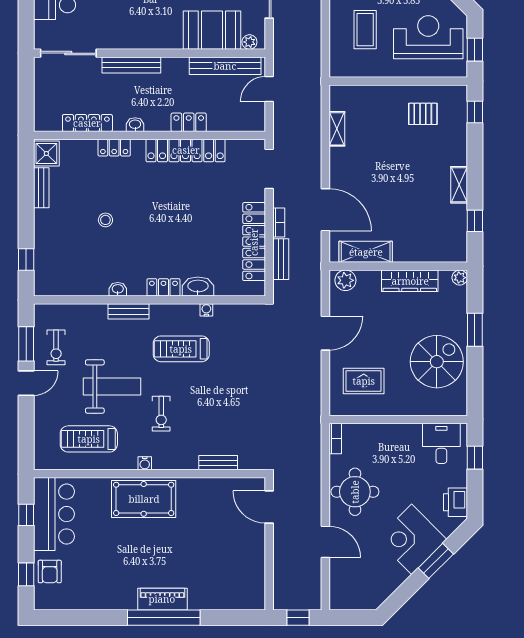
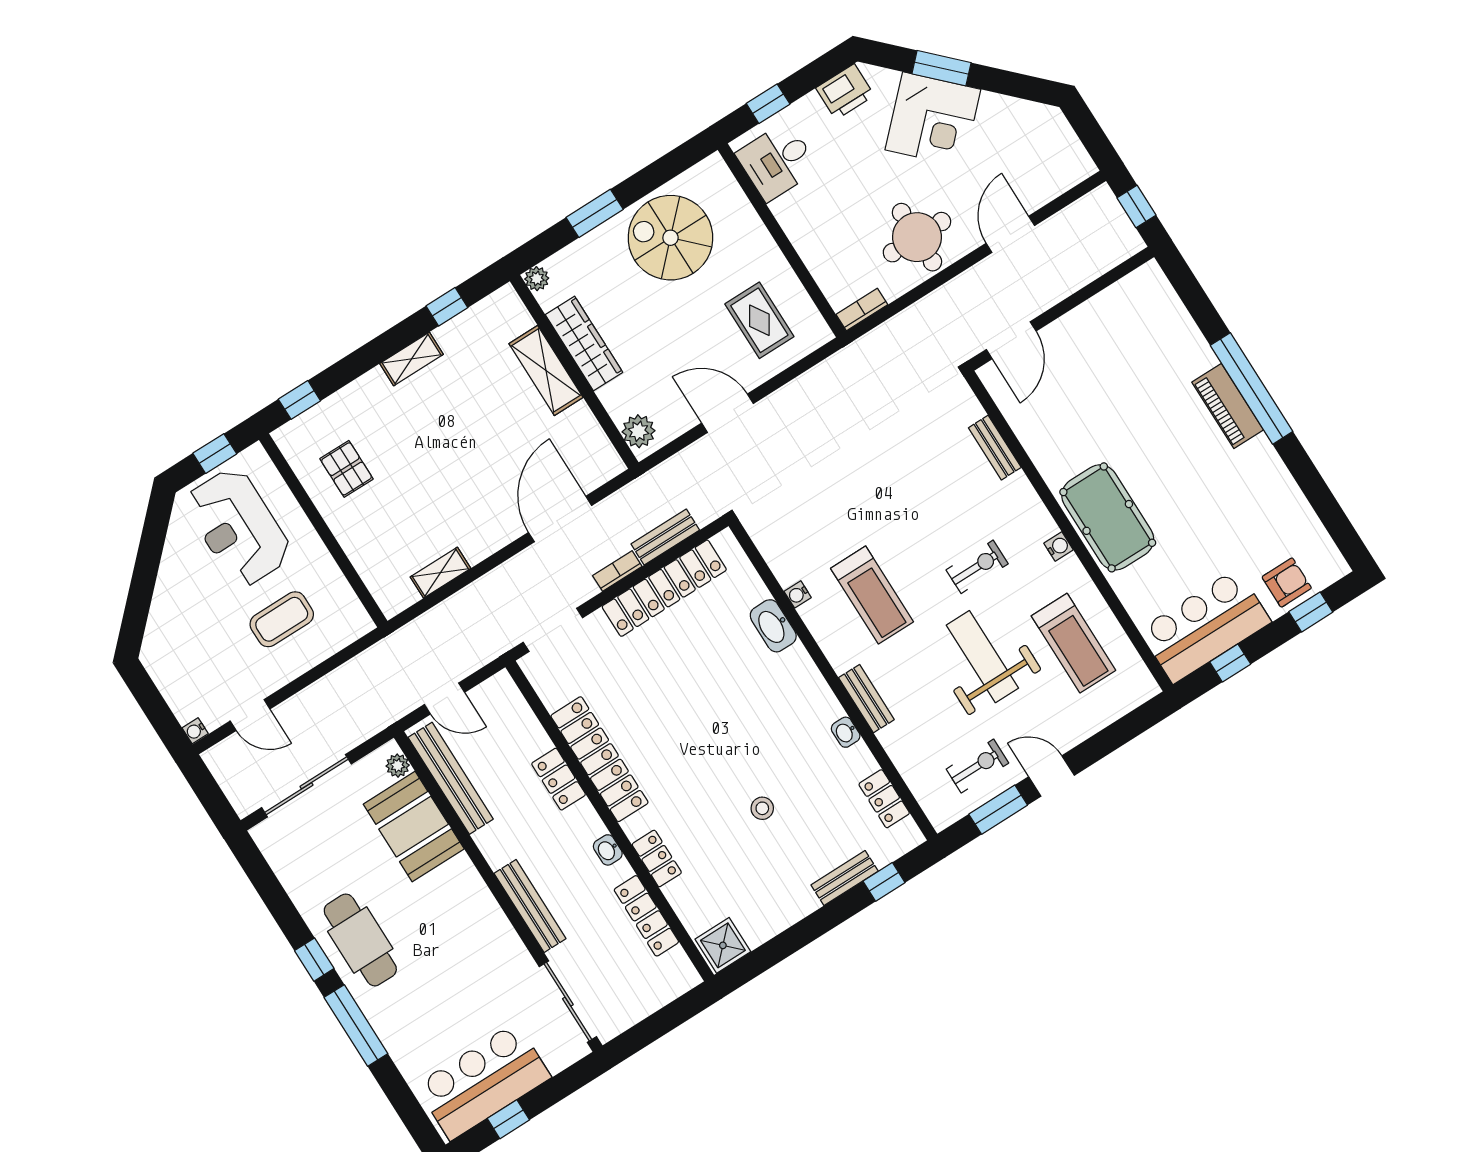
bench: (41, 188) -> (845, 878), moved
shelving: (366, 252) -> (546, 370), moved
locker: (163, 287) -> (884, 799), moved

